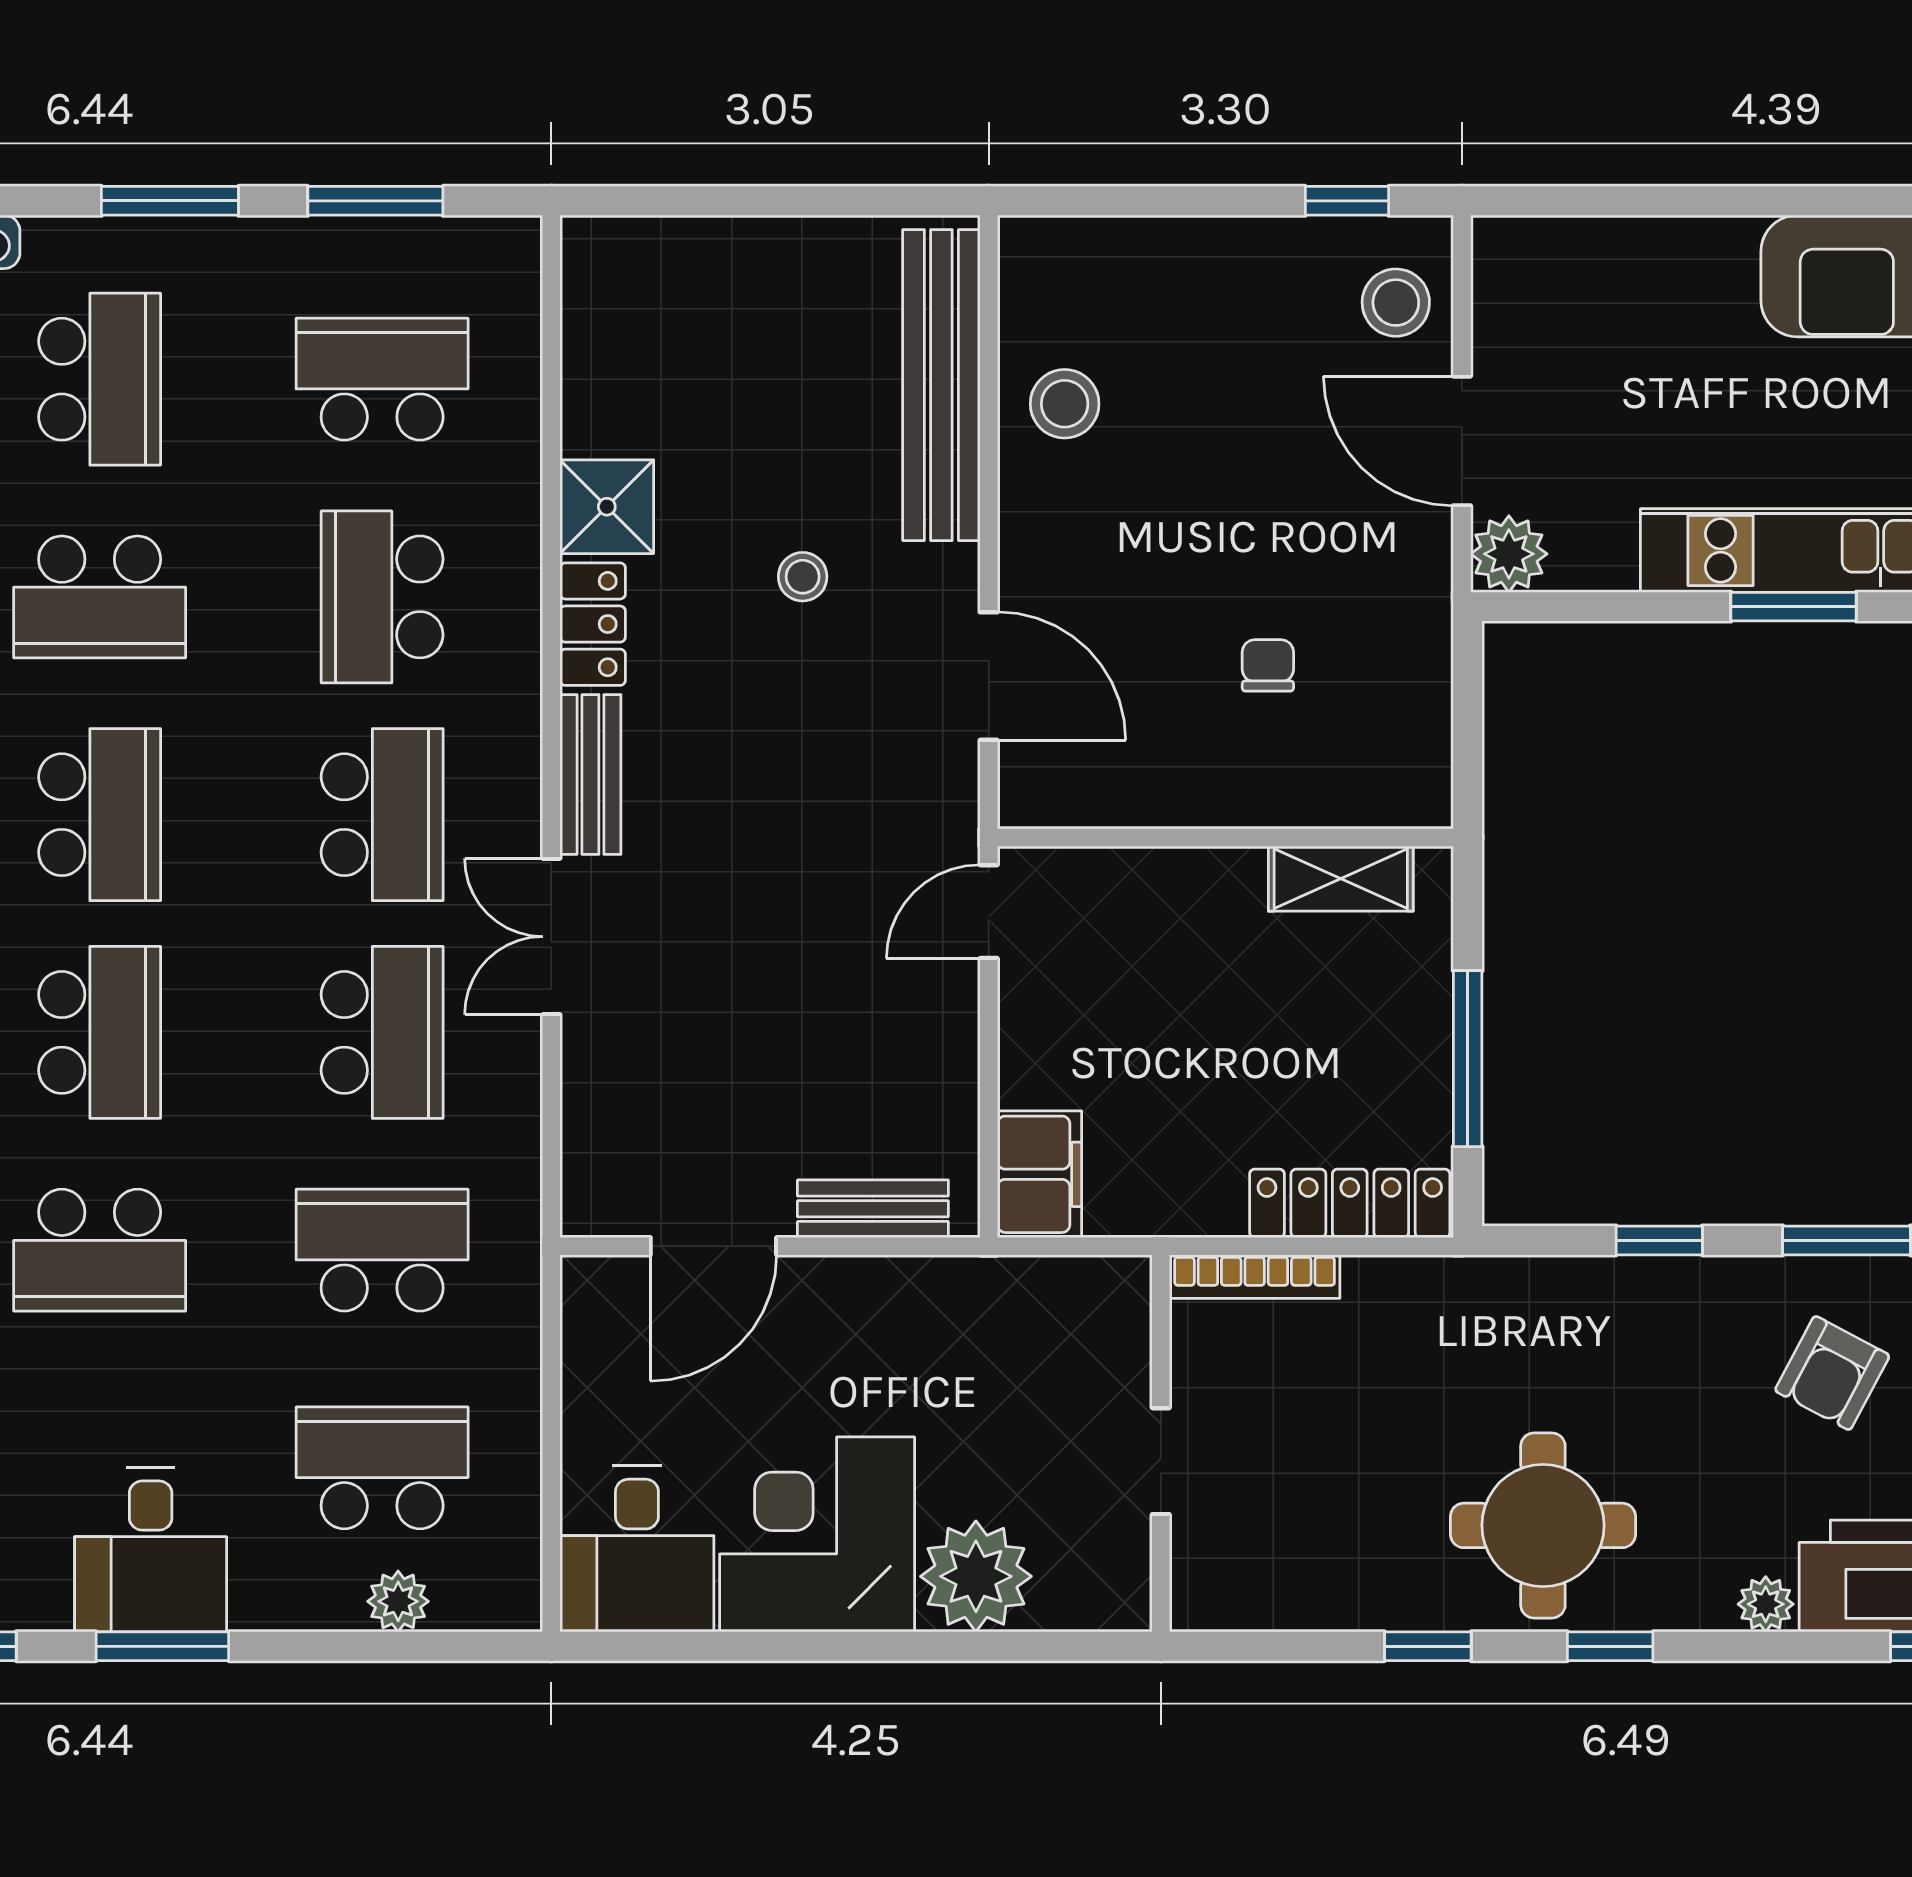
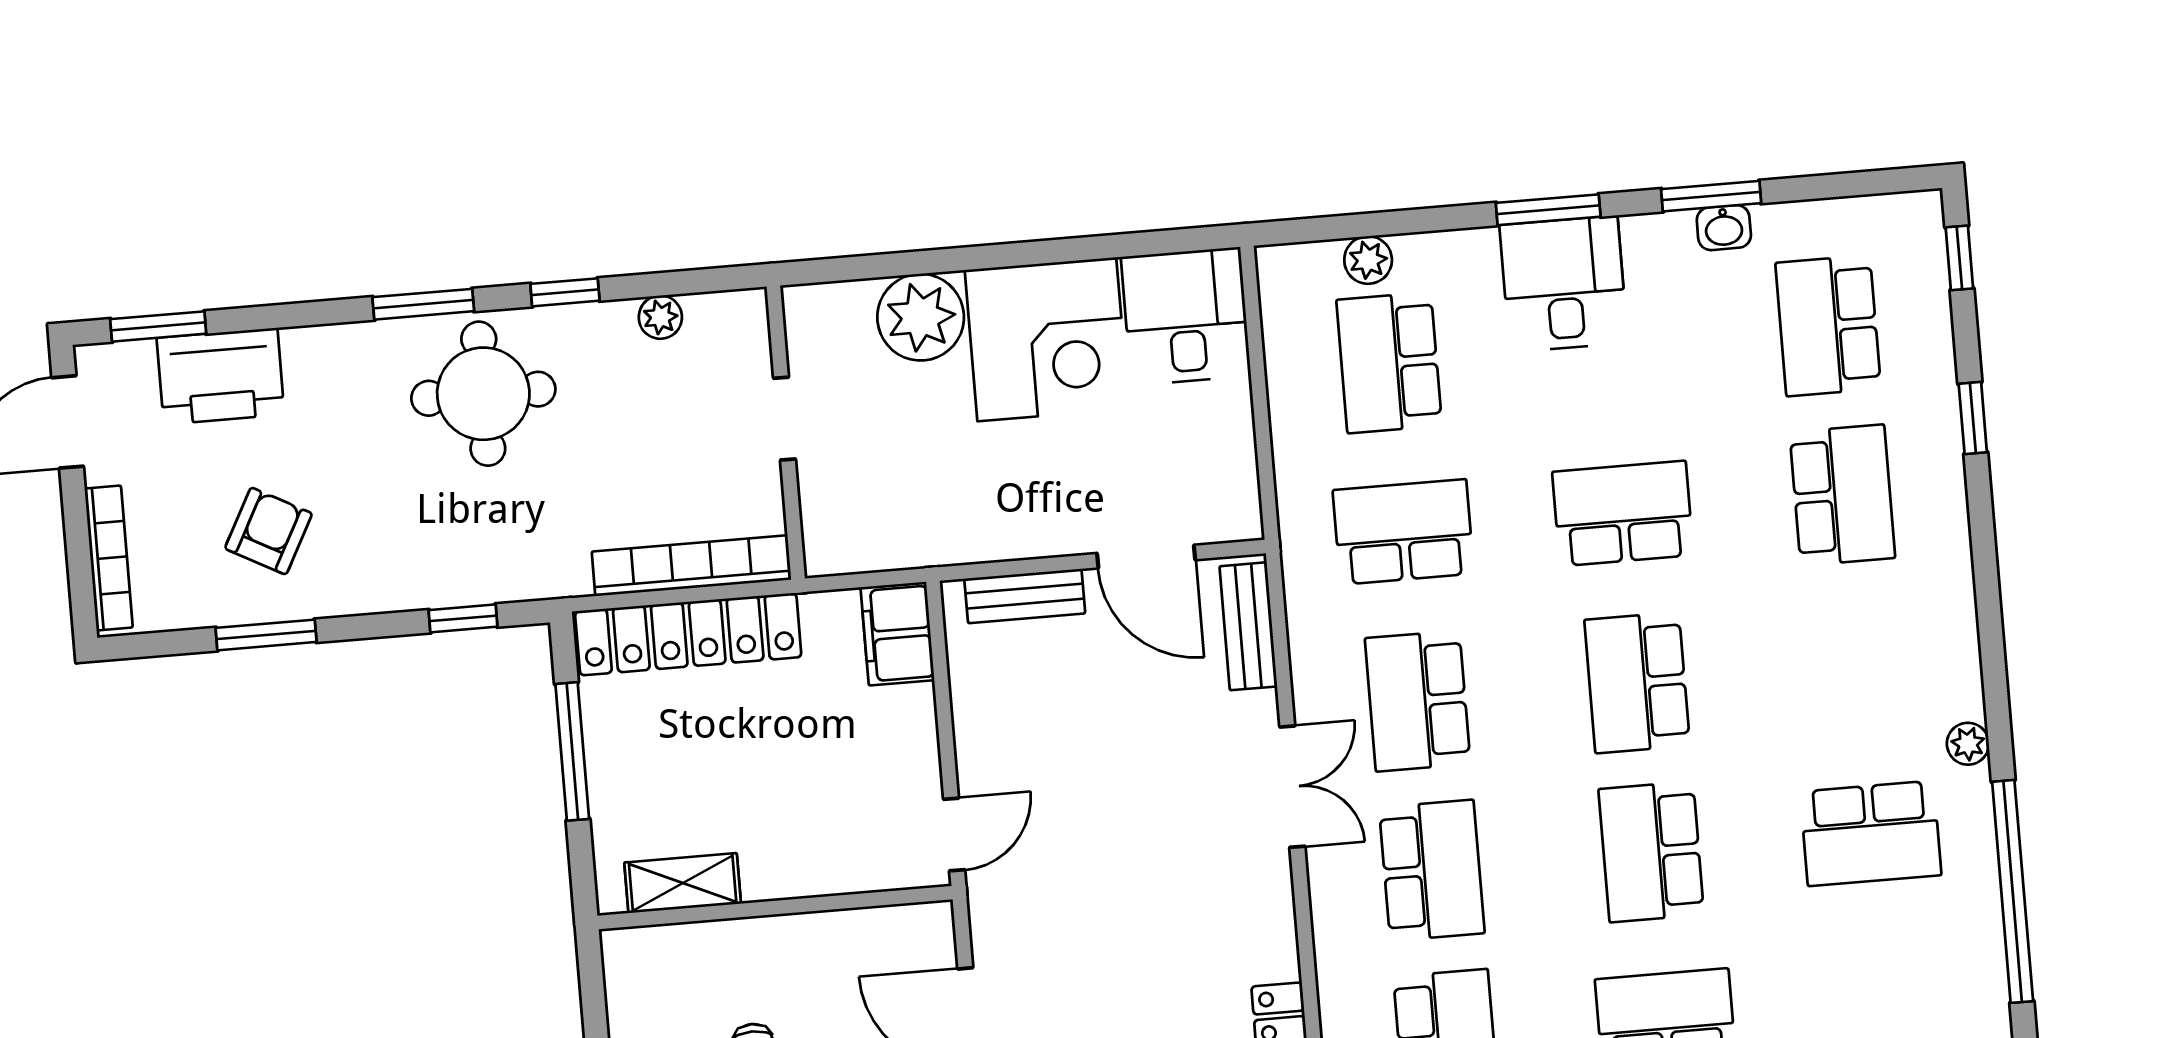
bench: (590, 775) -> (1248, 626), moved
school desk: (382, 815) -> (1432, 870), turned 180
locker: (1350, 1203) -> (688, 634), width x1.41, depth x1.21
window: (1659, 1240) -> (463, 618), moved
door: (713, 1246) -> (1146, 557), swing flipped
school desk: (382, 1250) -> (1403, 532), turned 180
bookcase: (1255, 1277) -> (691, 566), width x1.48, depth x1.31
school desk: (382, 1468) -> (1389, 363), turned 90
plant: (1766, 1604) -> (660, 317), moved
window: (1610, 1646) -> (423, 304), width x1.50

